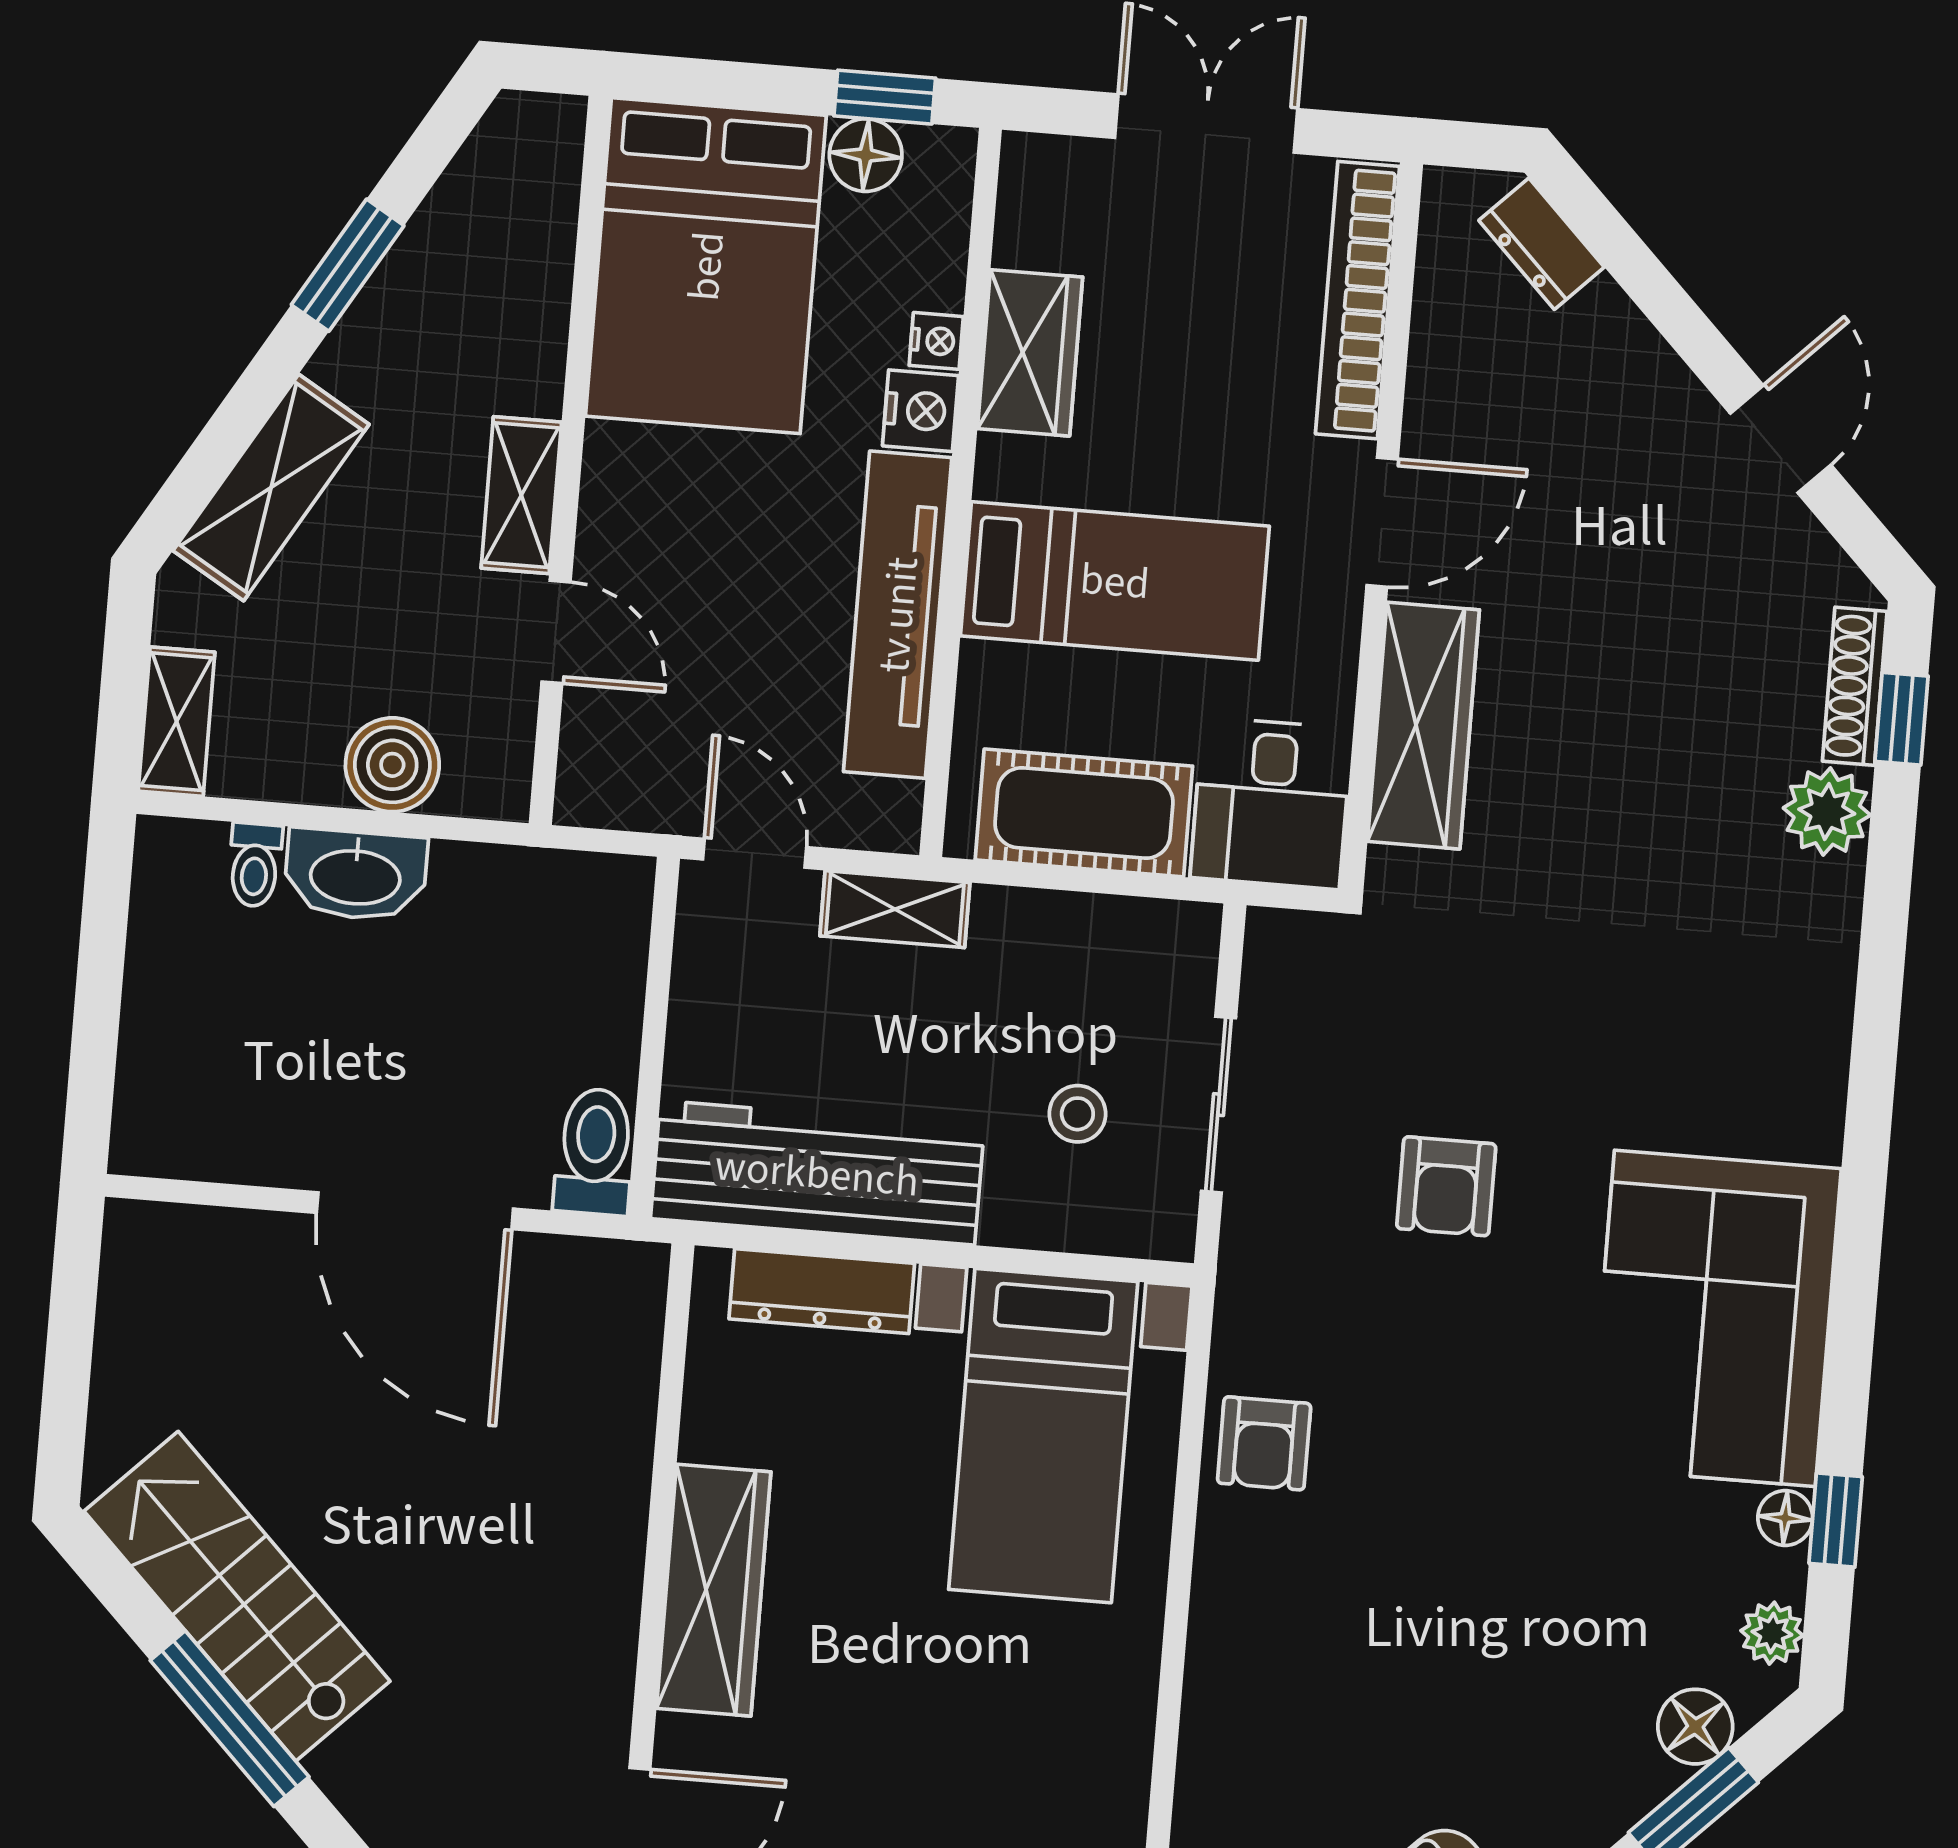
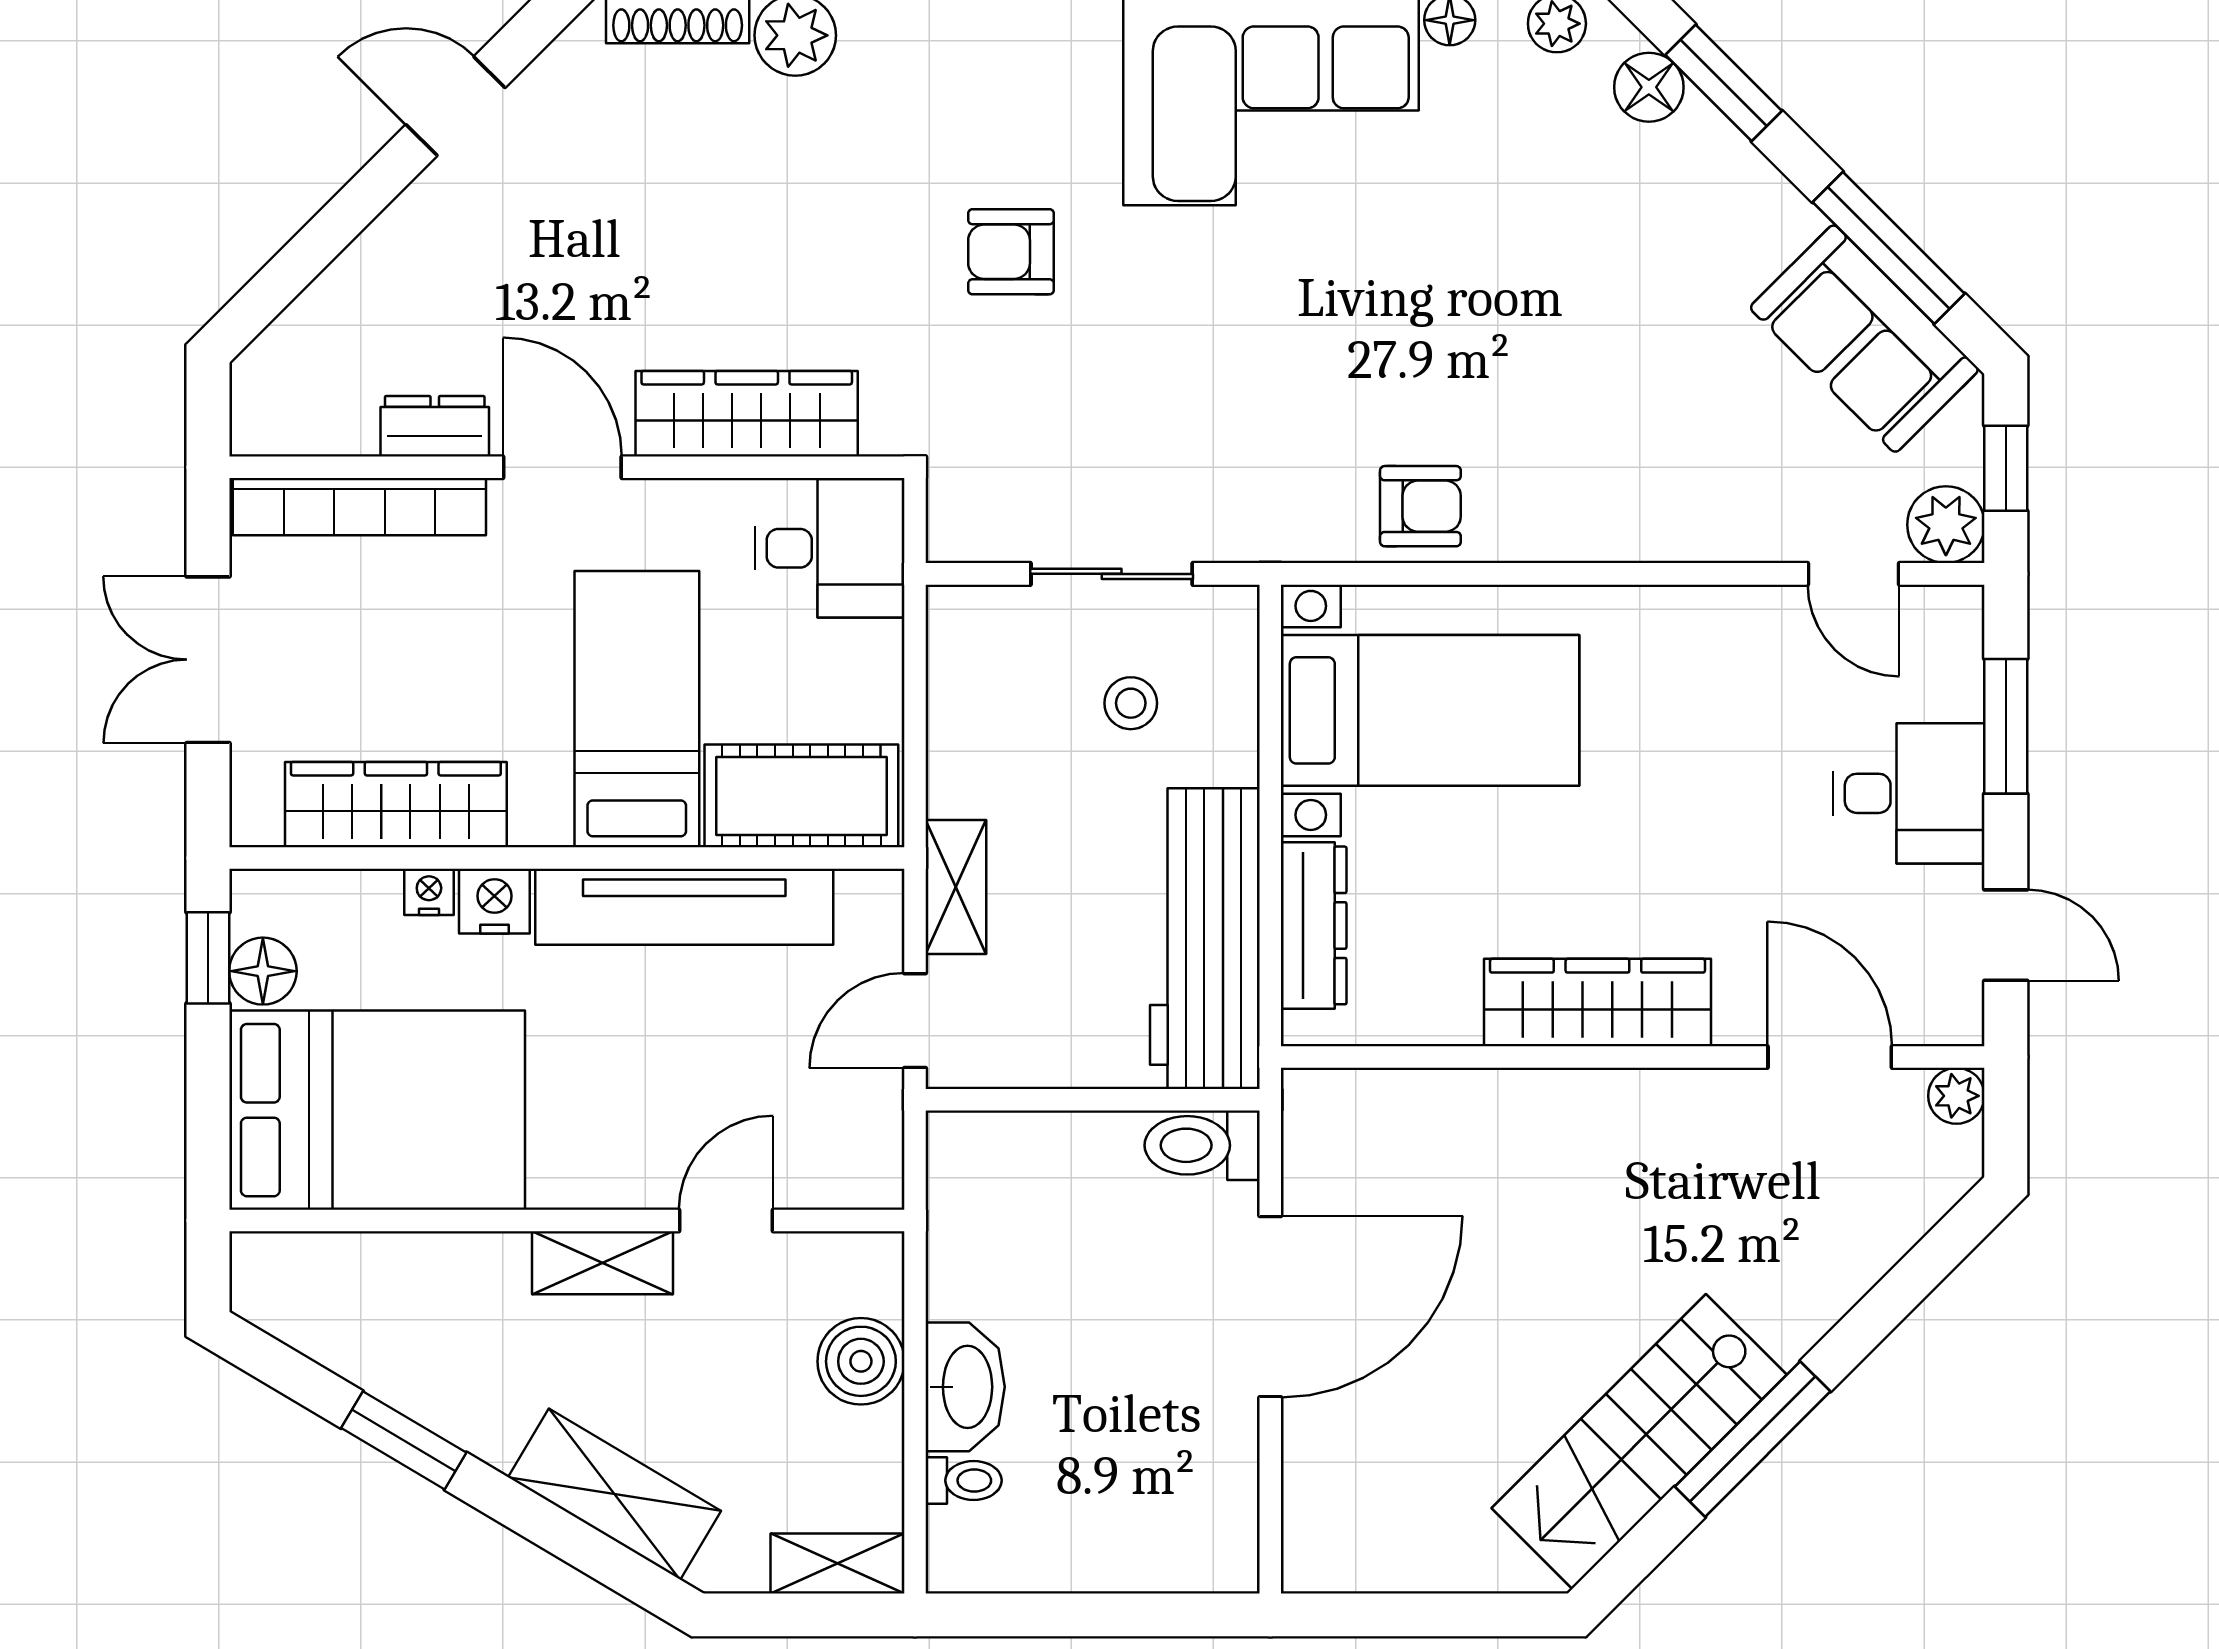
dresser: (1542, 244) -> (435, 426), moved, turned -135
wardrobe: (1030, 353) -> (396, 805), width x1.50
cot: (1084, 813) -> (801, 796), moved, turned 90
armchair: (1446, 1186) -> (1011, 252), moved, turned 180

